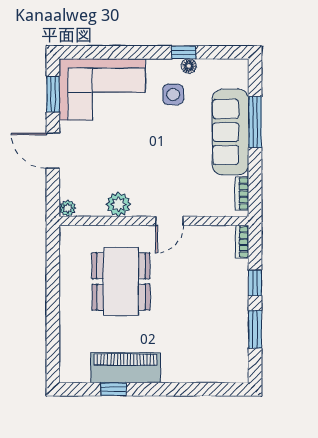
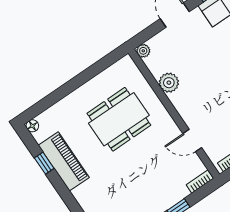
door: (169, 221) -> (192, 141), moved
floor lamp: (67, 375) -> (32, 126), added

